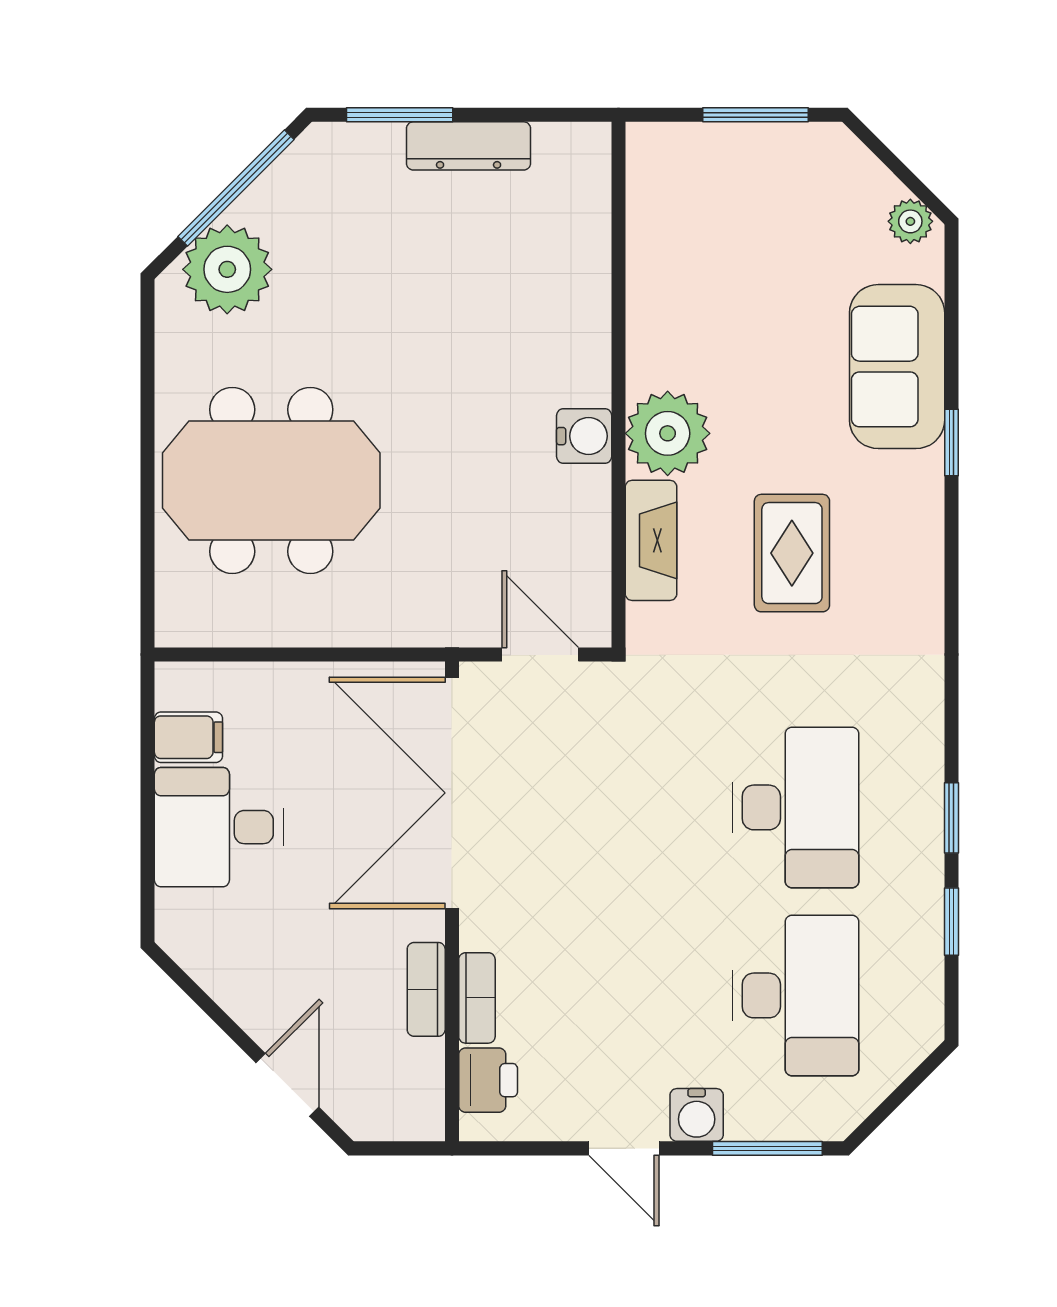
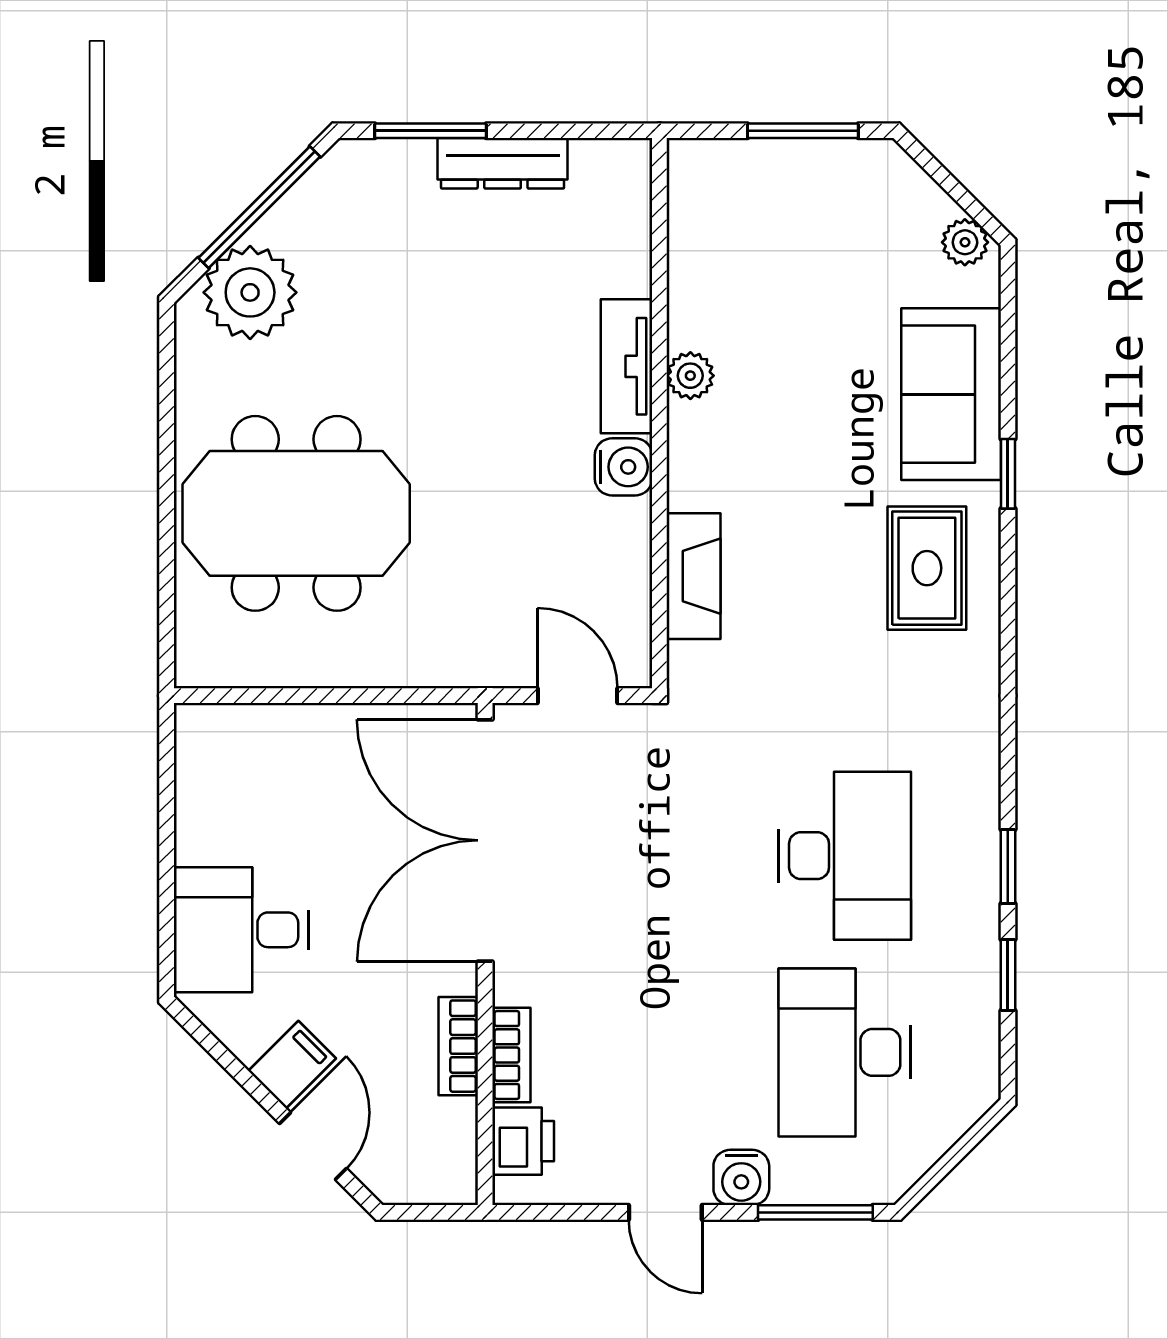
tv unit: (587, 340) -> (627, 366), added
plant: (668, 433) -> (690, 376), moved, width x0.53, depth x0.53
rug: (792, 553) -> (927, 568), moved
filing cabinet: (188, 737) -> (292, 1065), moved, turned -45
desk: (219, 827) -> (241, 930), moved
desk: (795, 995) -> (845, 1052), turned 180

